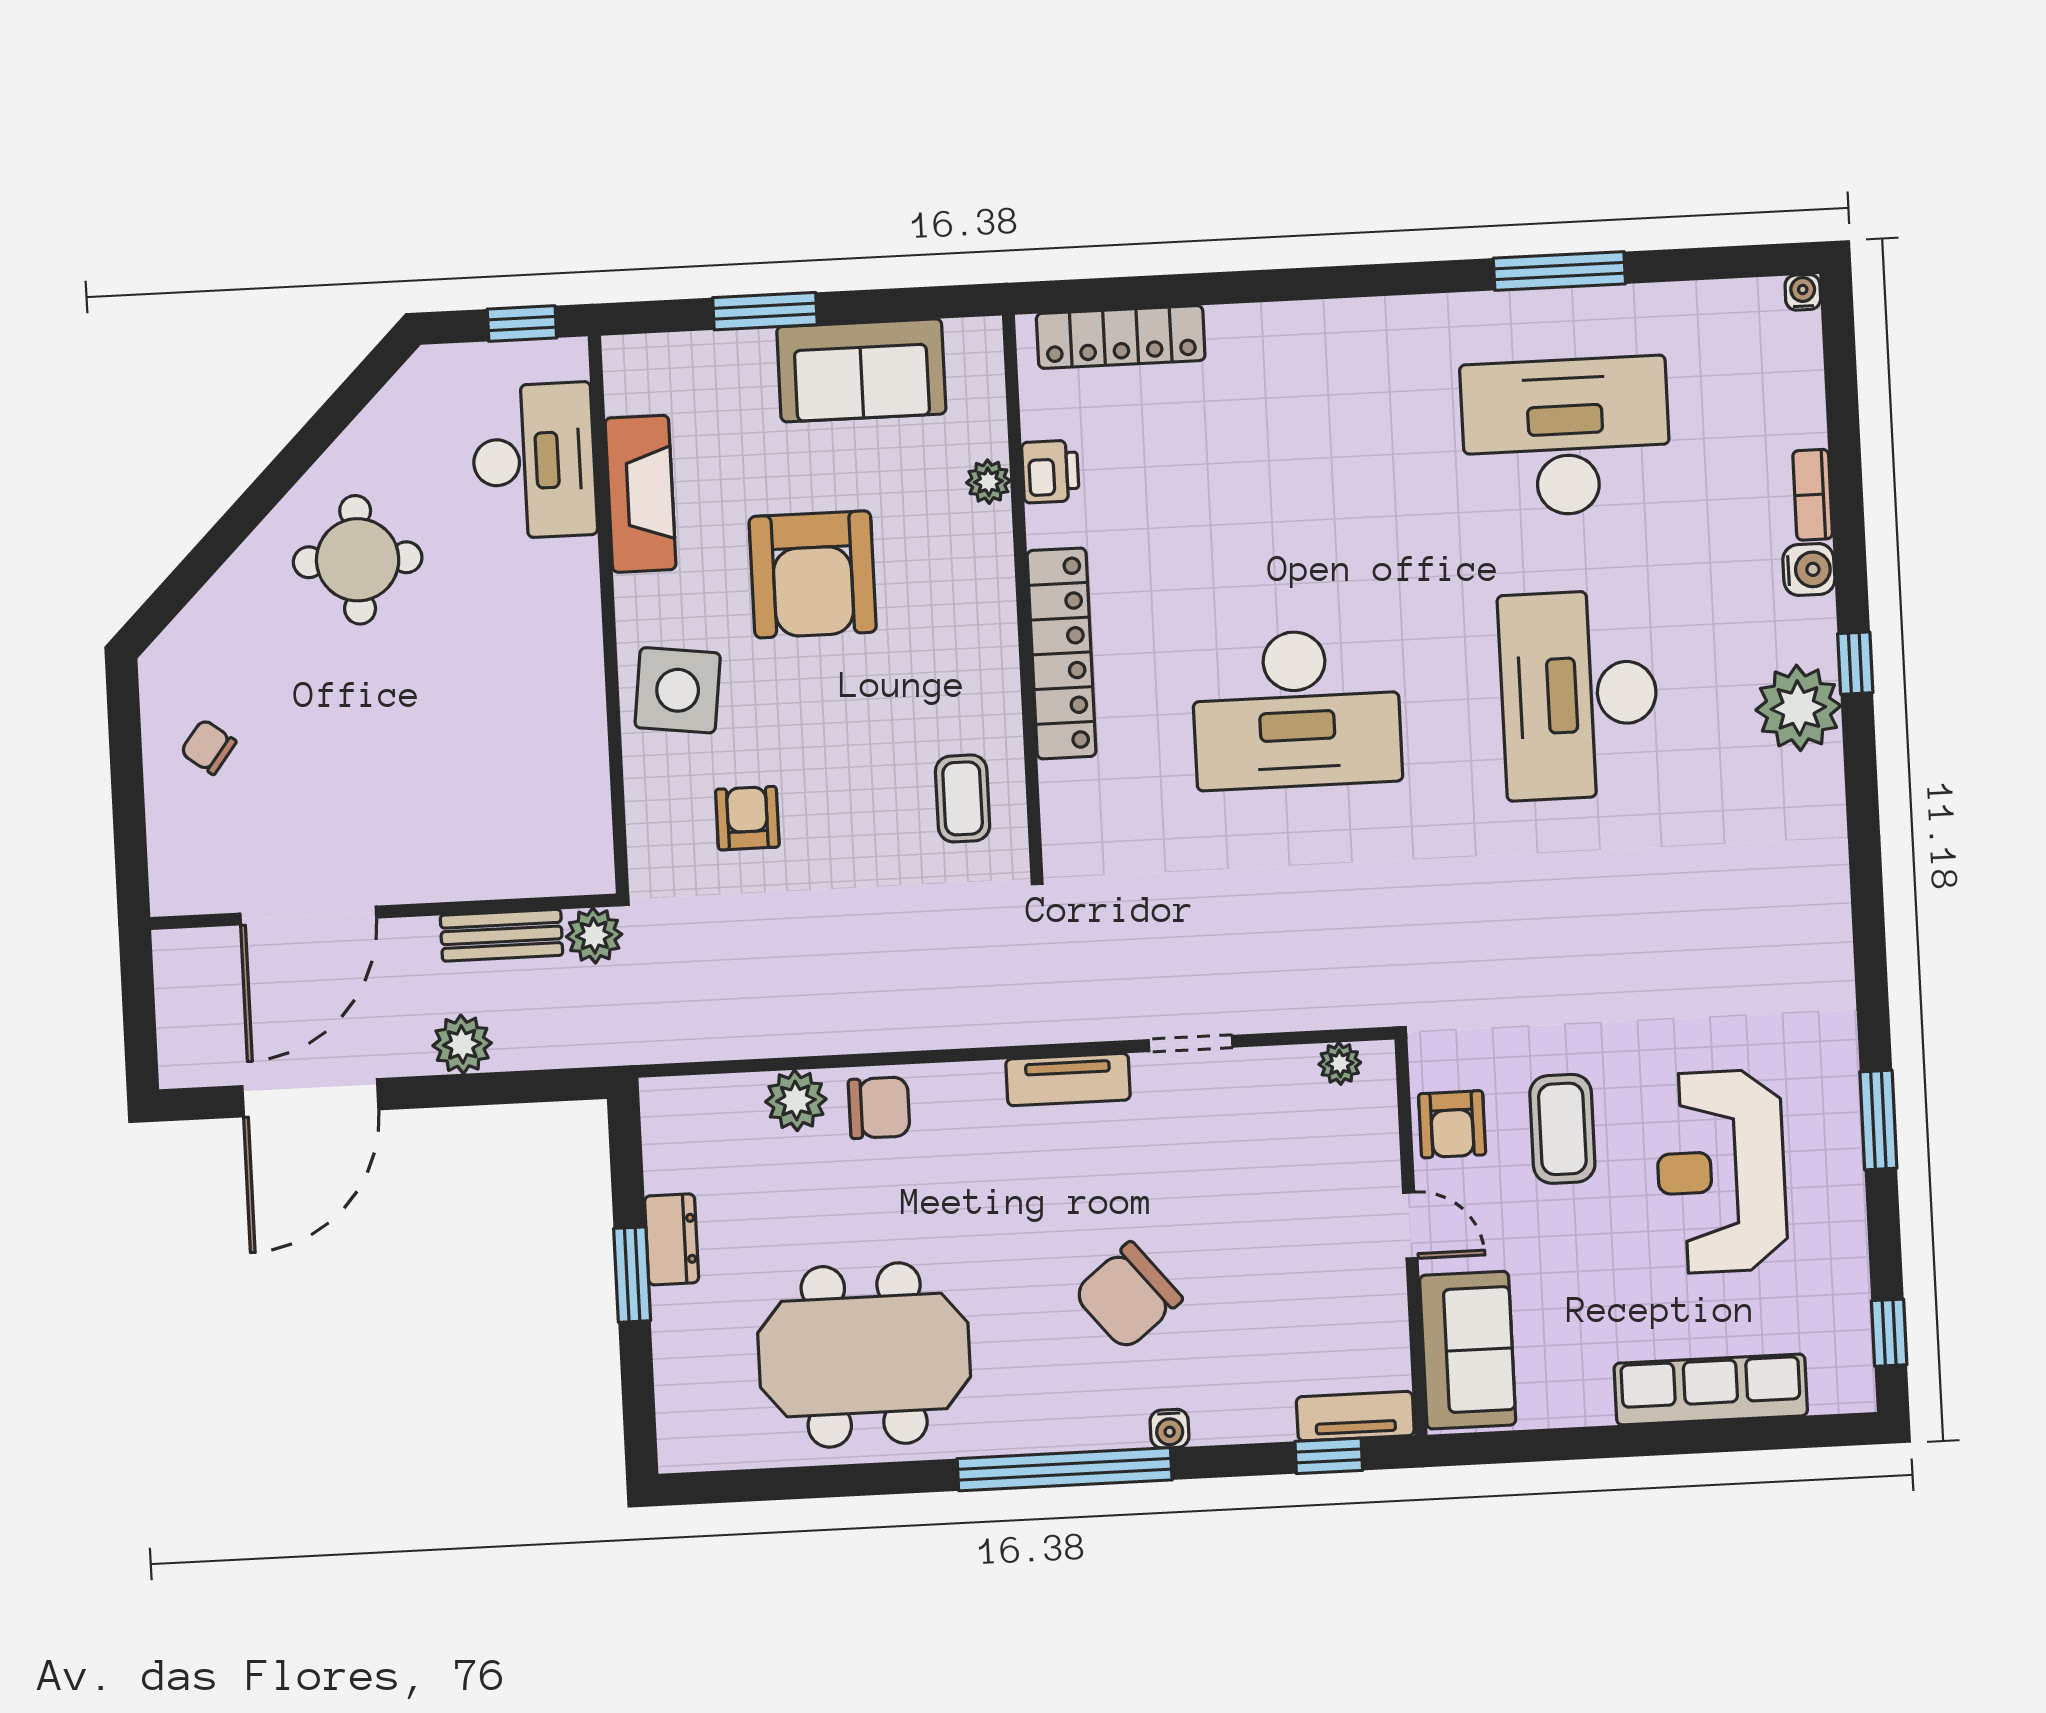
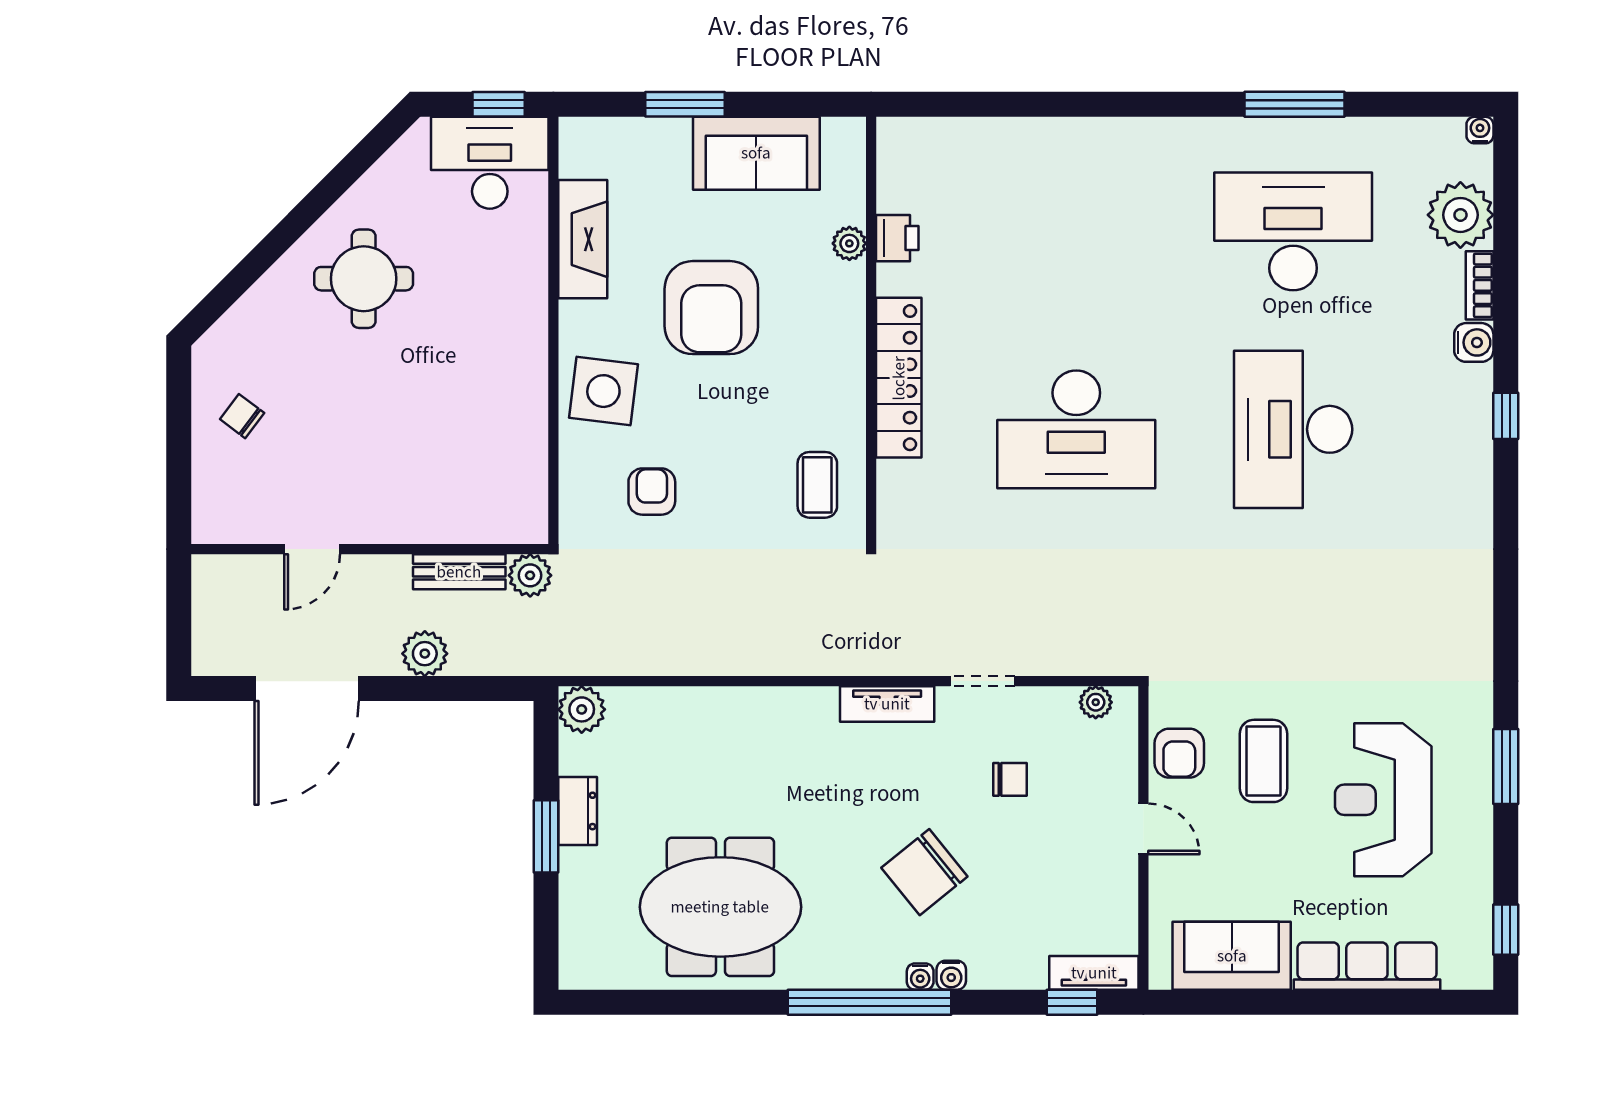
locker: (1121, 337) -> (956, 138), removed
desk: (534, 461) -> (490, 163), moved, turned -90
plant: (1798, 708) -> (1460, 215), moved
door: (308, 916) -> (312, 549), width x0.53
plant: (796, 1100) -> (582, 709), moved
chair: (879, 1108) -> (1010, 779), moved, width x0.73, depth x0.73
sofa: (1468, 1350) -> (1232, 956), moved, turned -90
water cooler: (1129, 1433) -> (920, 977), added

